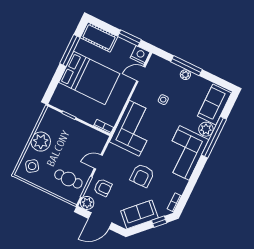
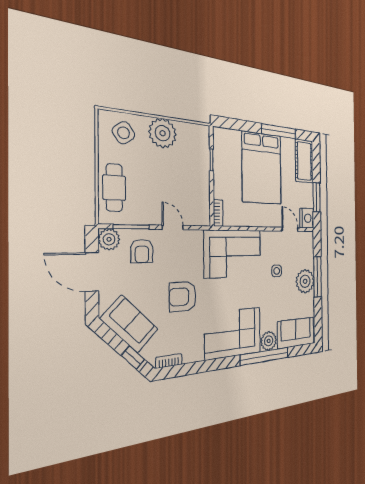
plant: (185, 75) -> (305, 281), width x1.87, depth x1.87
cafe table: (68, 179) -> (114, 188), moved

